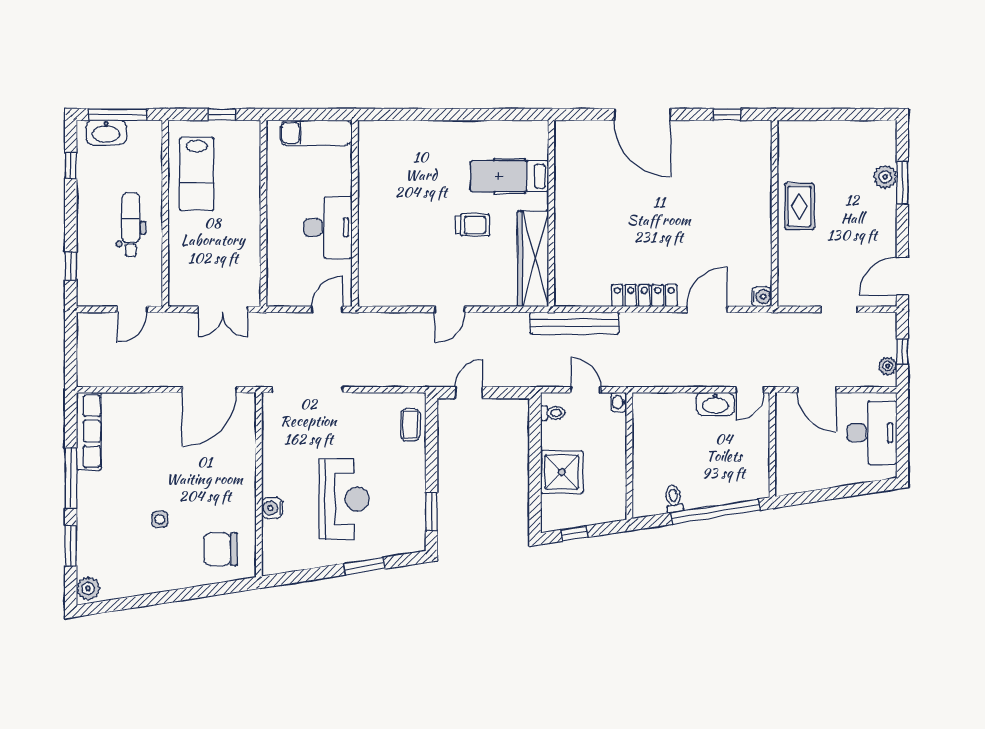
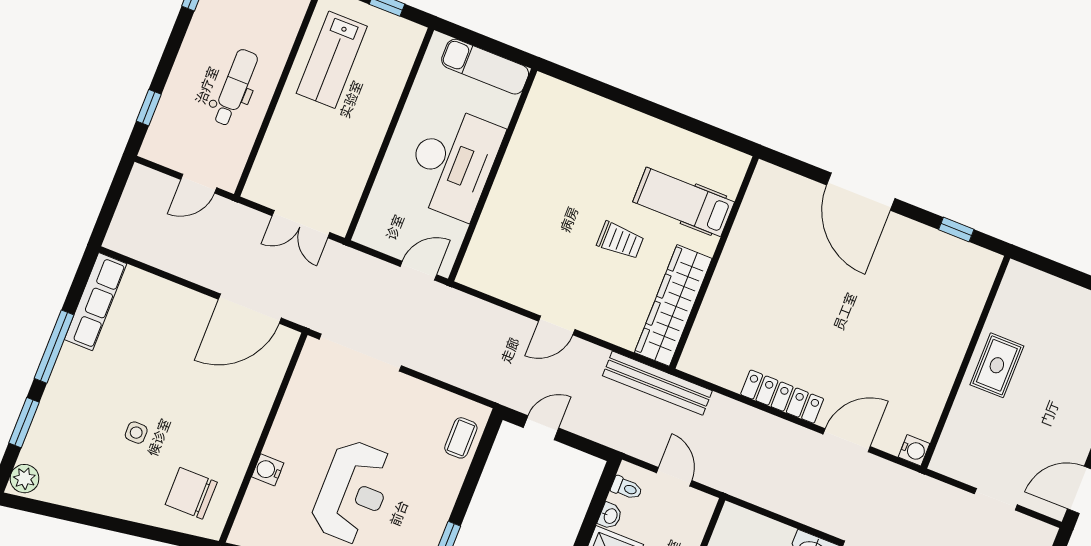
desk: (328, 227) -> (453, 163), width x1.36, depth x1.30
bench: (574, 323) -> (657, 383), moved
washbasin: (619, 402) -> (610, 516), moved, turned 180

